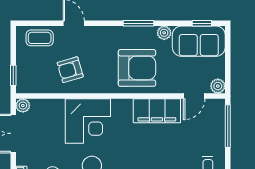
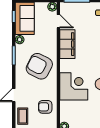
armchair: (137, 68) -> (39, 66), moved, turned -63
armchair: (70, 70) -> (45, 107), moved, turned 106

